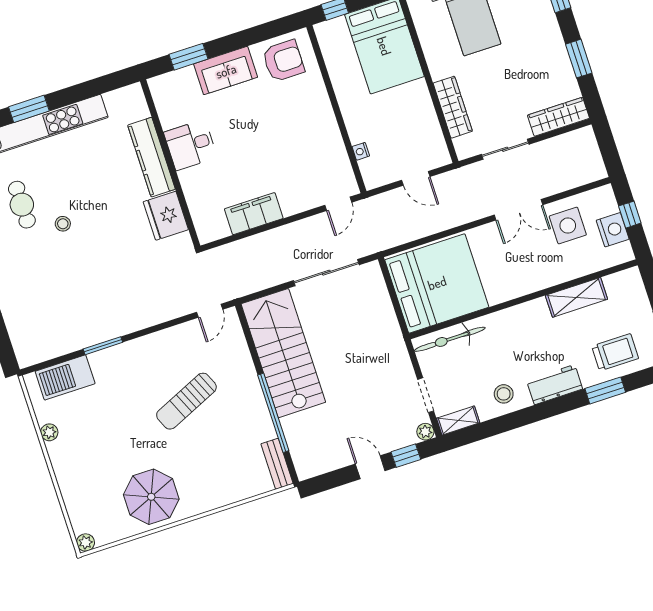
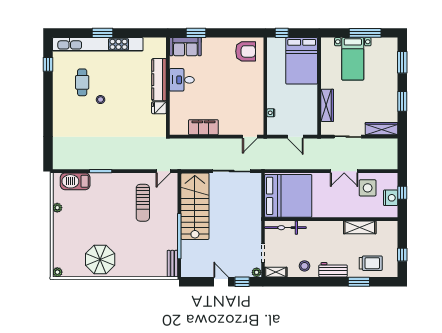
sofa: (226, 71) -> (185, 47), moved
fridge: (166, 216) -> (159, 108), width x0.53, depth x0.75
sun lounger: (186, 401) -> (143, 203), moved, turned -66

